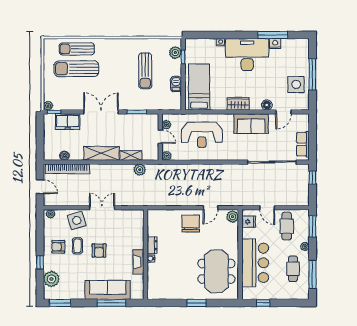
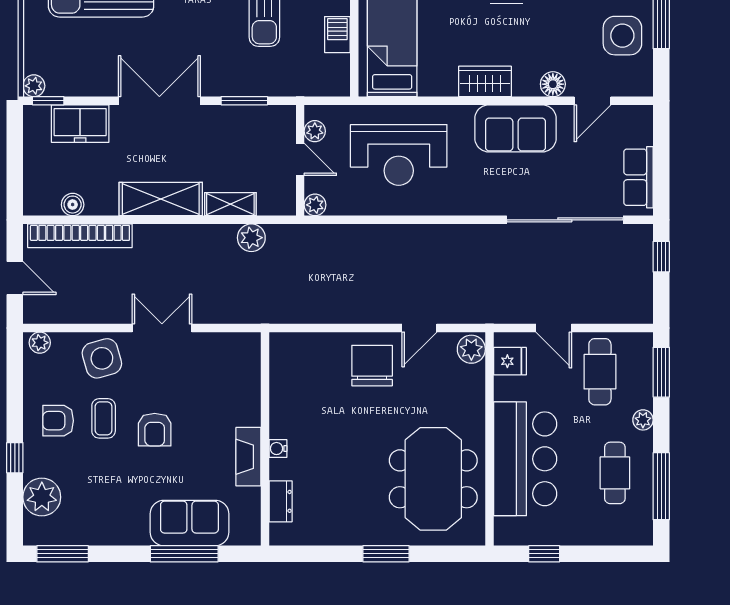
dresser: (152, 245) -> (281, 501), moved
sofa: (108, 290) -> (189, 523), width x0.73

